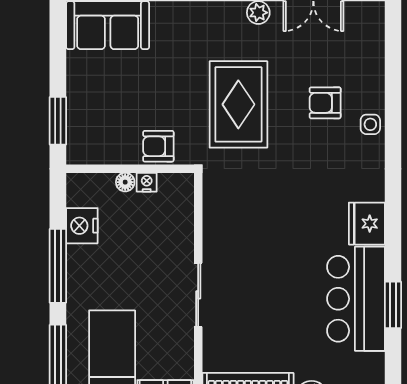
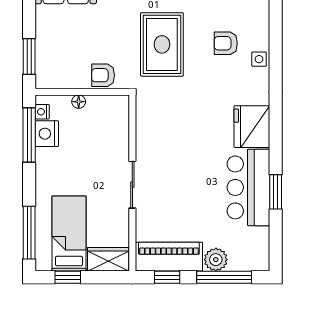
nightstand: (147, 182) -> (42, 112), moved, turned -90
fridge: (367, 224) -> (252, 127), width x1.36, depth x1.34
window: (58, 266) -> (29, 135), moved

